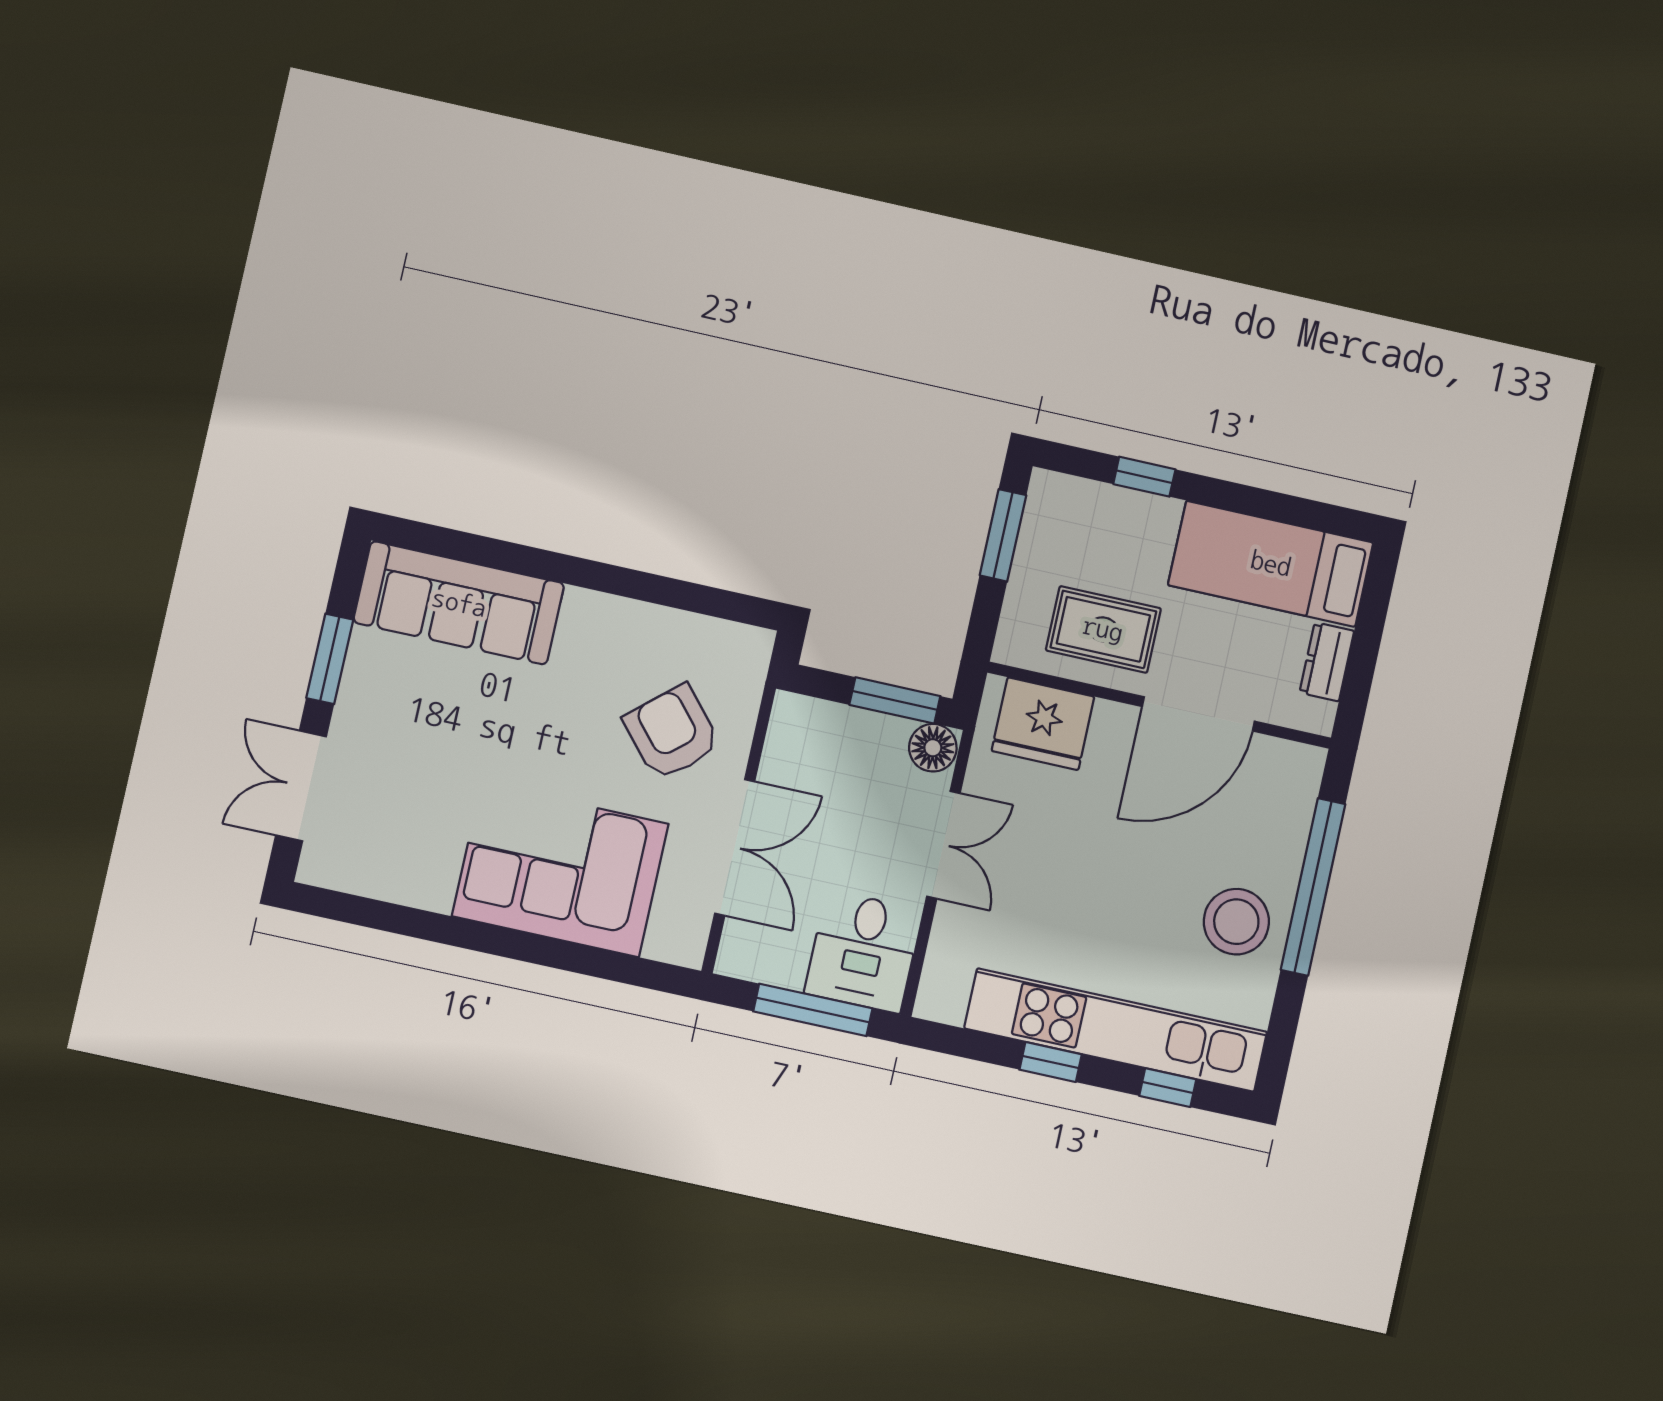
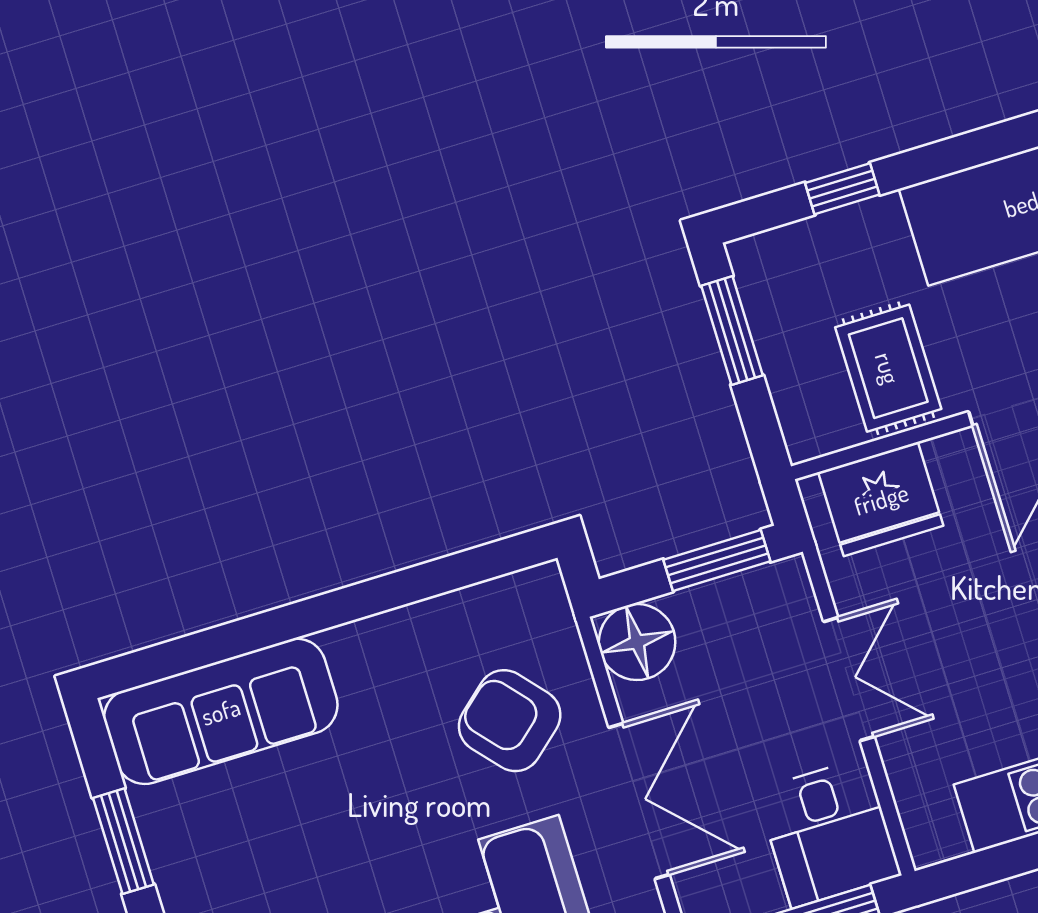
rug: (1103, 629) -> (888, 368), turned 90
floor lamp: (933, 748) -> (637, 642), moved, width x1.38, depth x1.38

